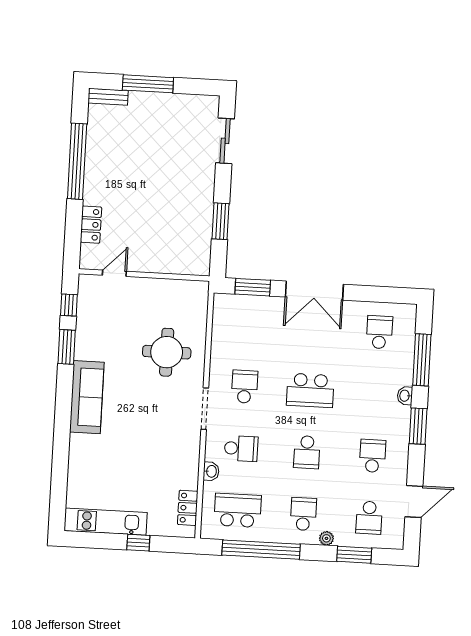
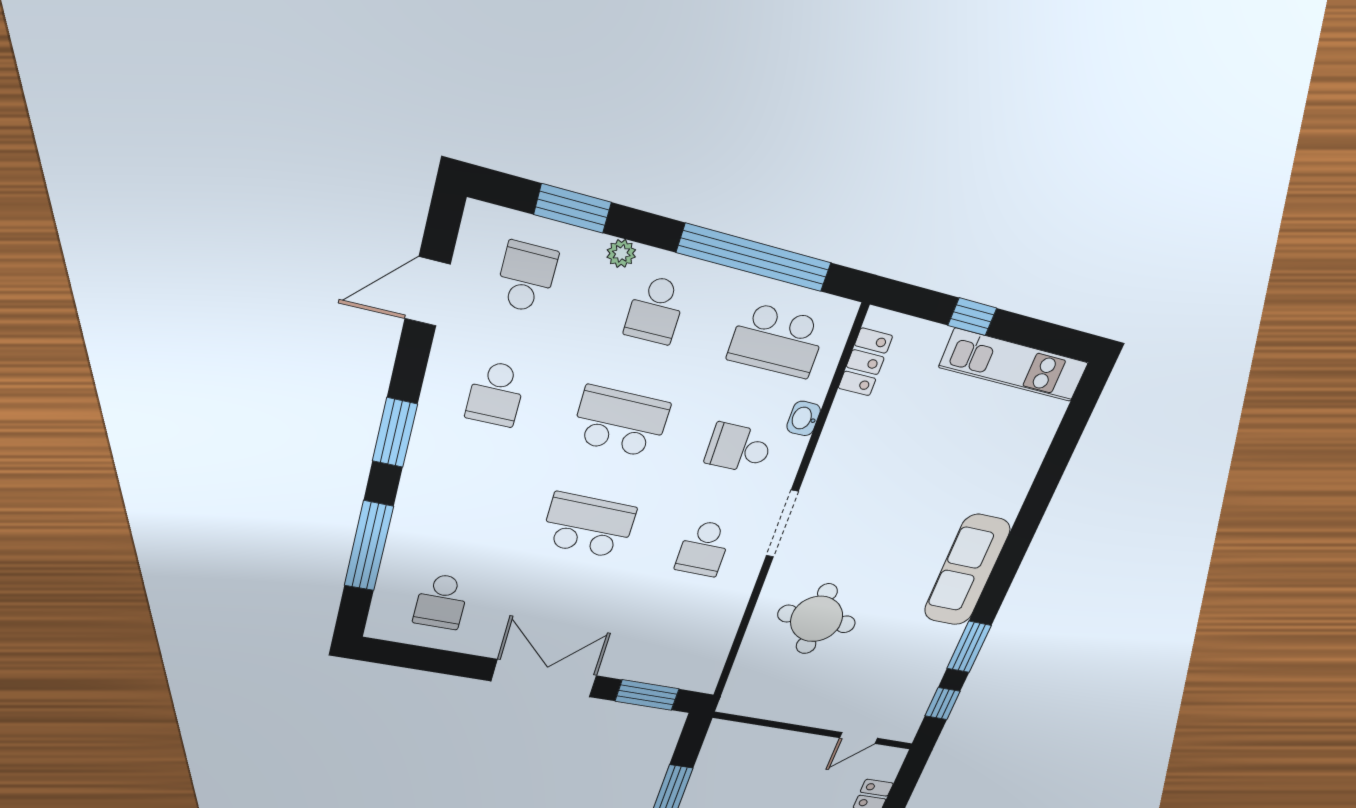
washbasin: (405, 396) -> (412, 490), removed
school desk: (307, 452) -> (621, 422), width x1.85

